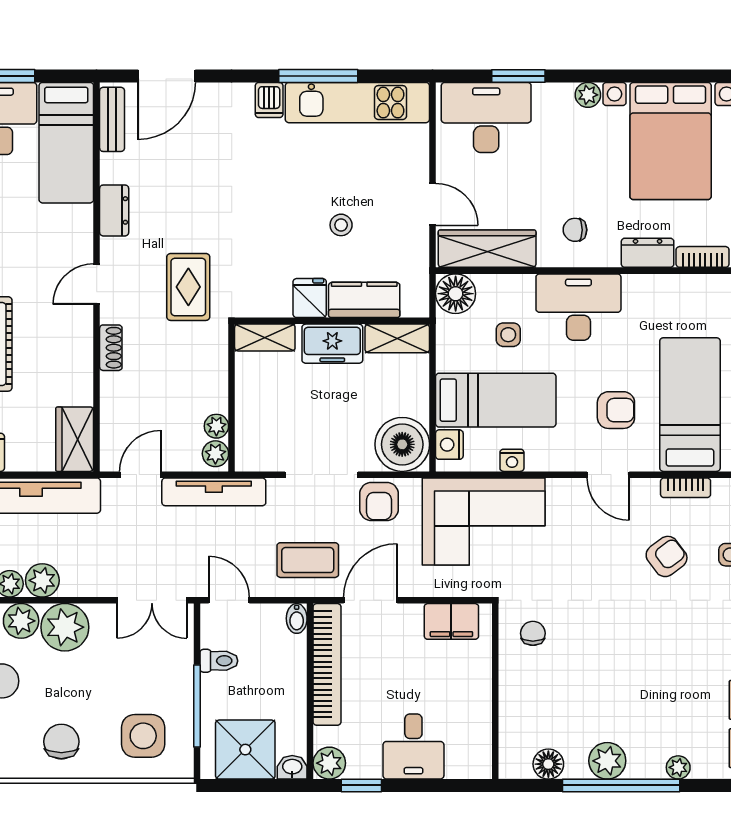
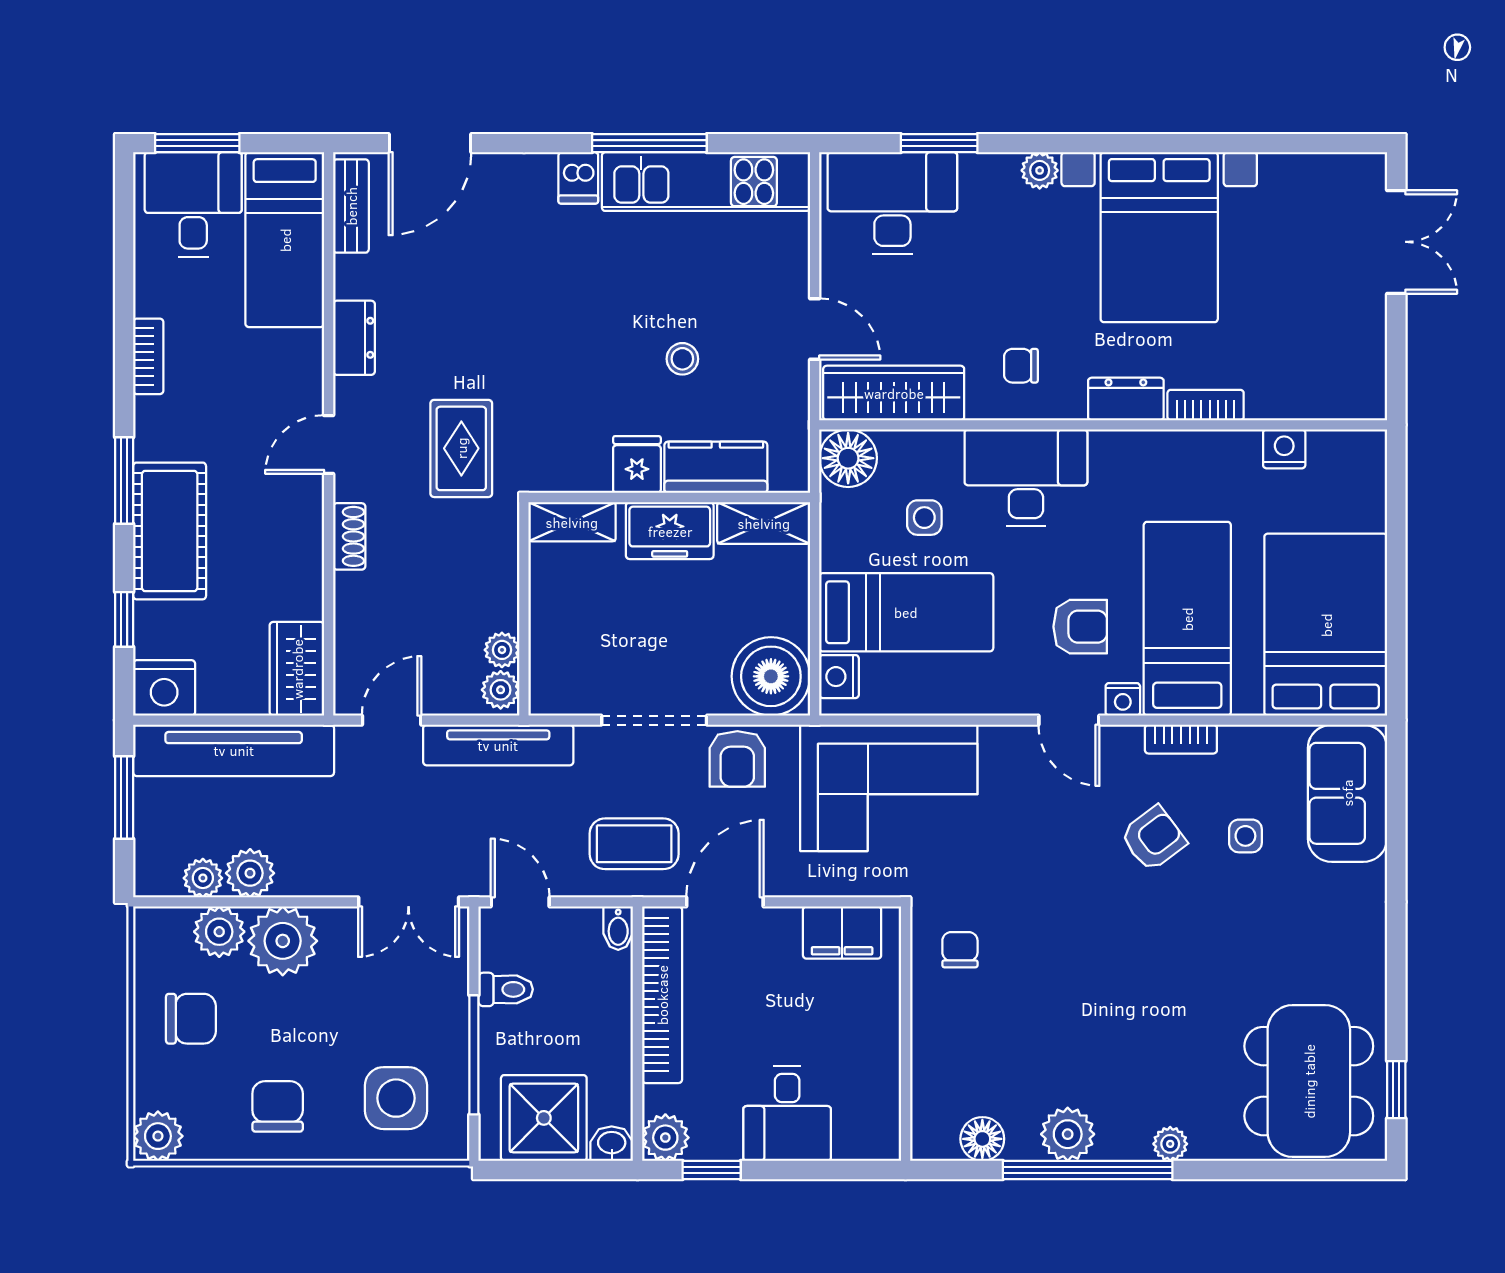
nightstand: (512, 460) -> (1123, 699), moved

